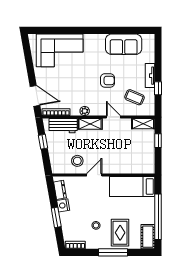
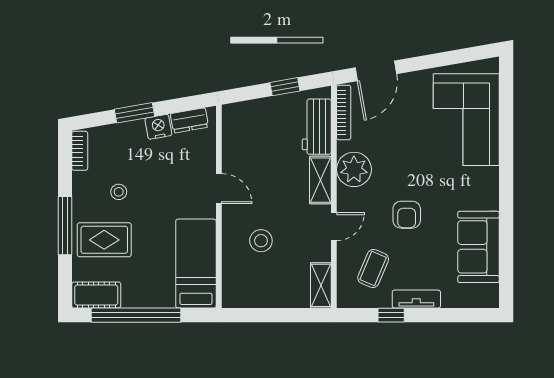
plant: (85, 111) -> (354, 169), width x1.87, depth x1.87
window: (158, 141) -> (287, 315), removed
stool: (77, 161) -> (261, 241), moved

